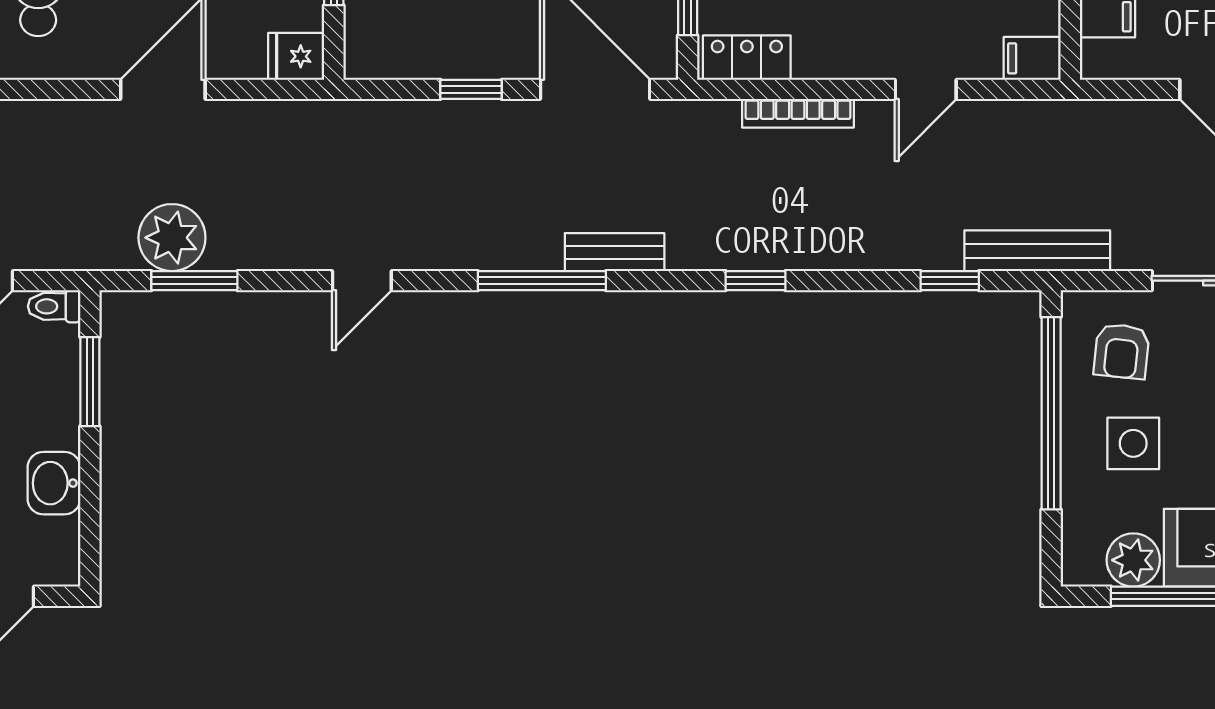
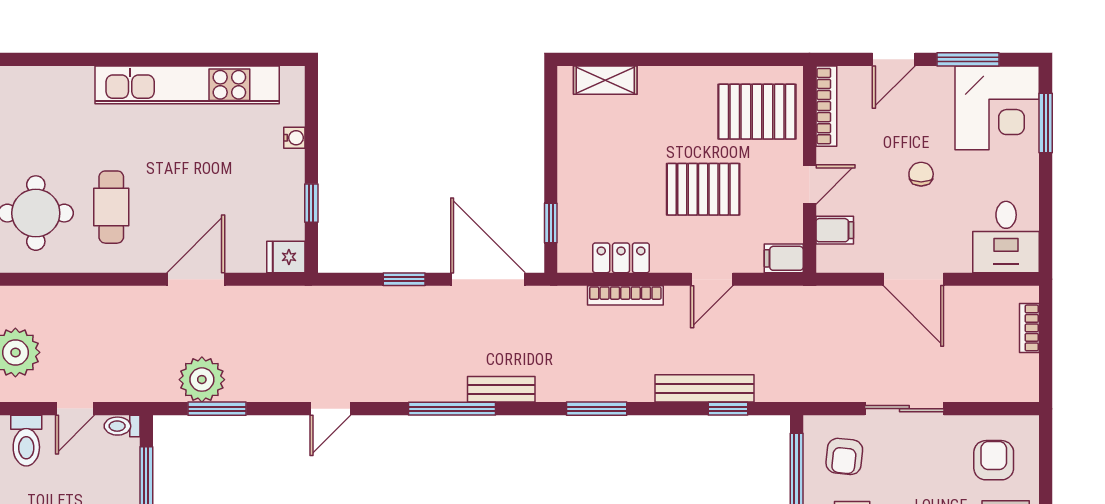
locker: (747, 58) -> (621, 258), moved
bench: (1037, 251) -> (705, 388), moved
window: (756, 281) -> (597, 409), width x1.50

